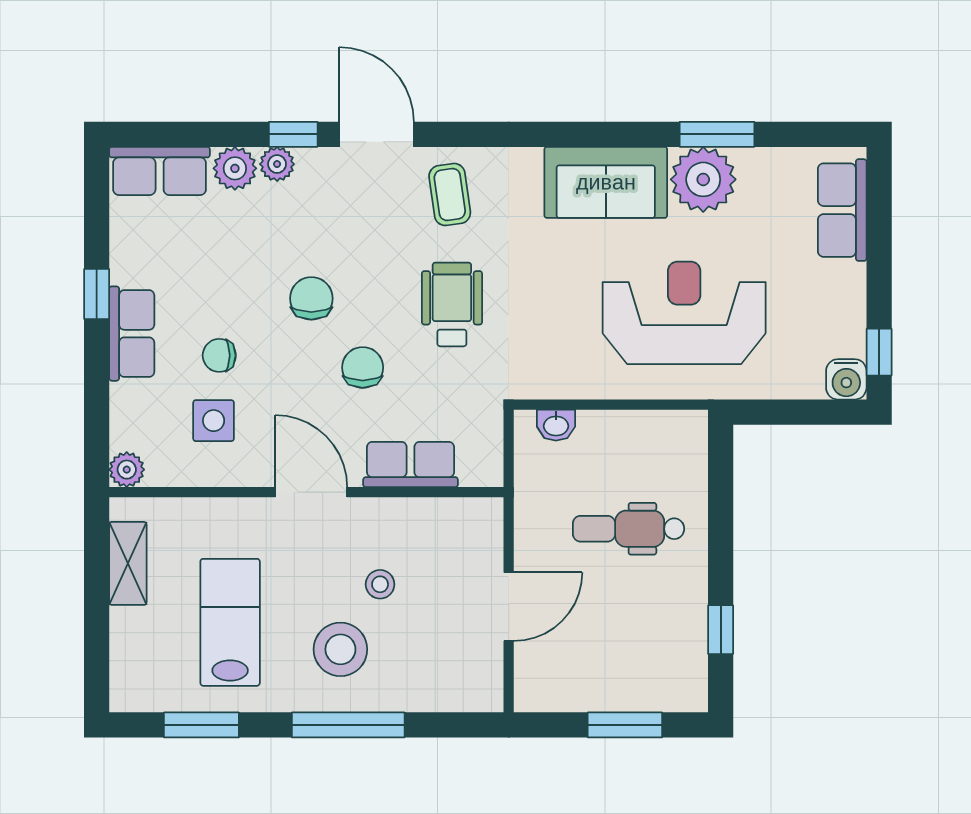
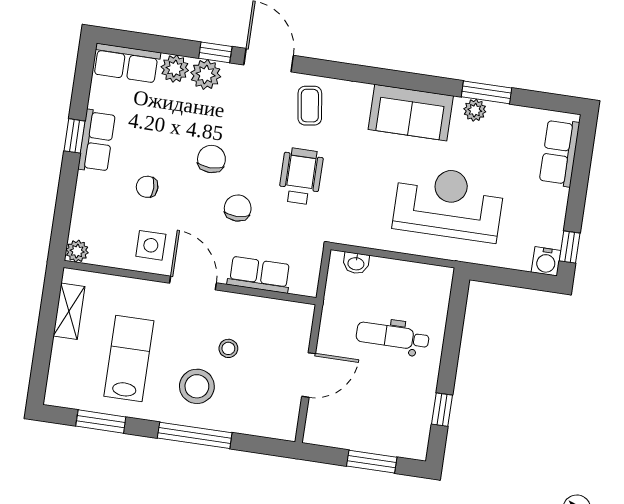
plant: (277, 164) -> (206, 75), width x1.38, depth x1.38
plant: (703, 179) -> (475, 110), width x0.53, depth x0.53
row of seats: (132, 334) -> (97, 141), moved
side table: (214, 421) -> (151, 245), moved

